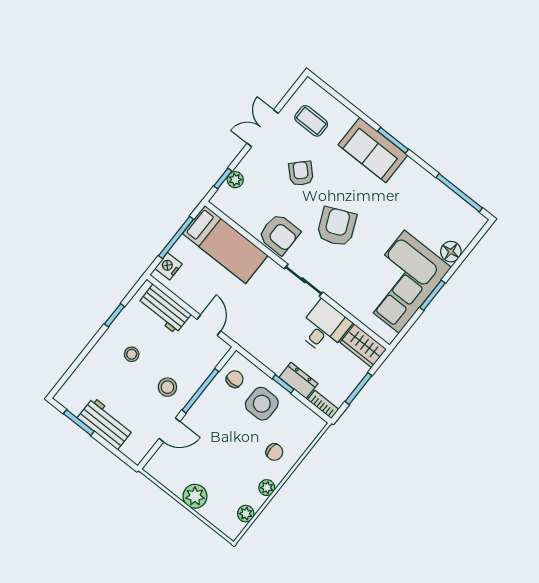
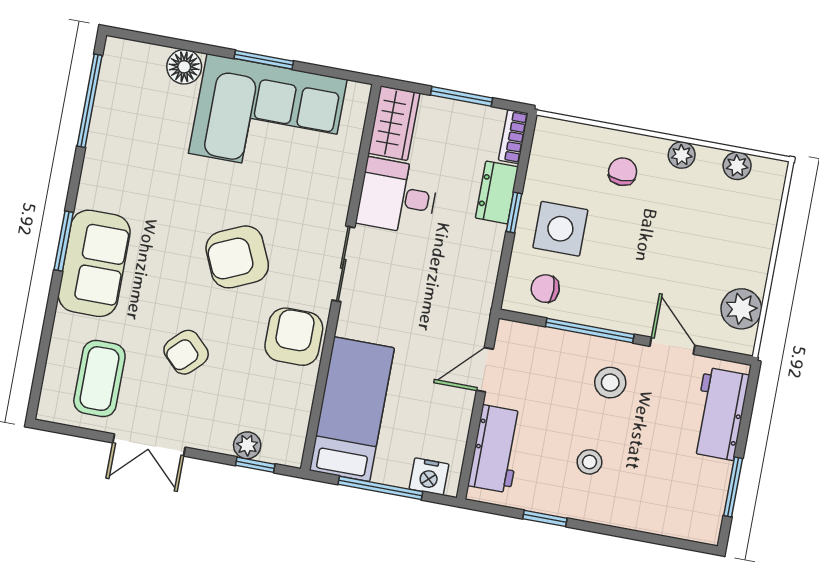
coffee table: (311, 121) -> (99, 379), width x1.36, depth x1.30
workbench: (105, 424) -> (719, 414), moved
plant: (195, 496) -> (741, 309), moved

